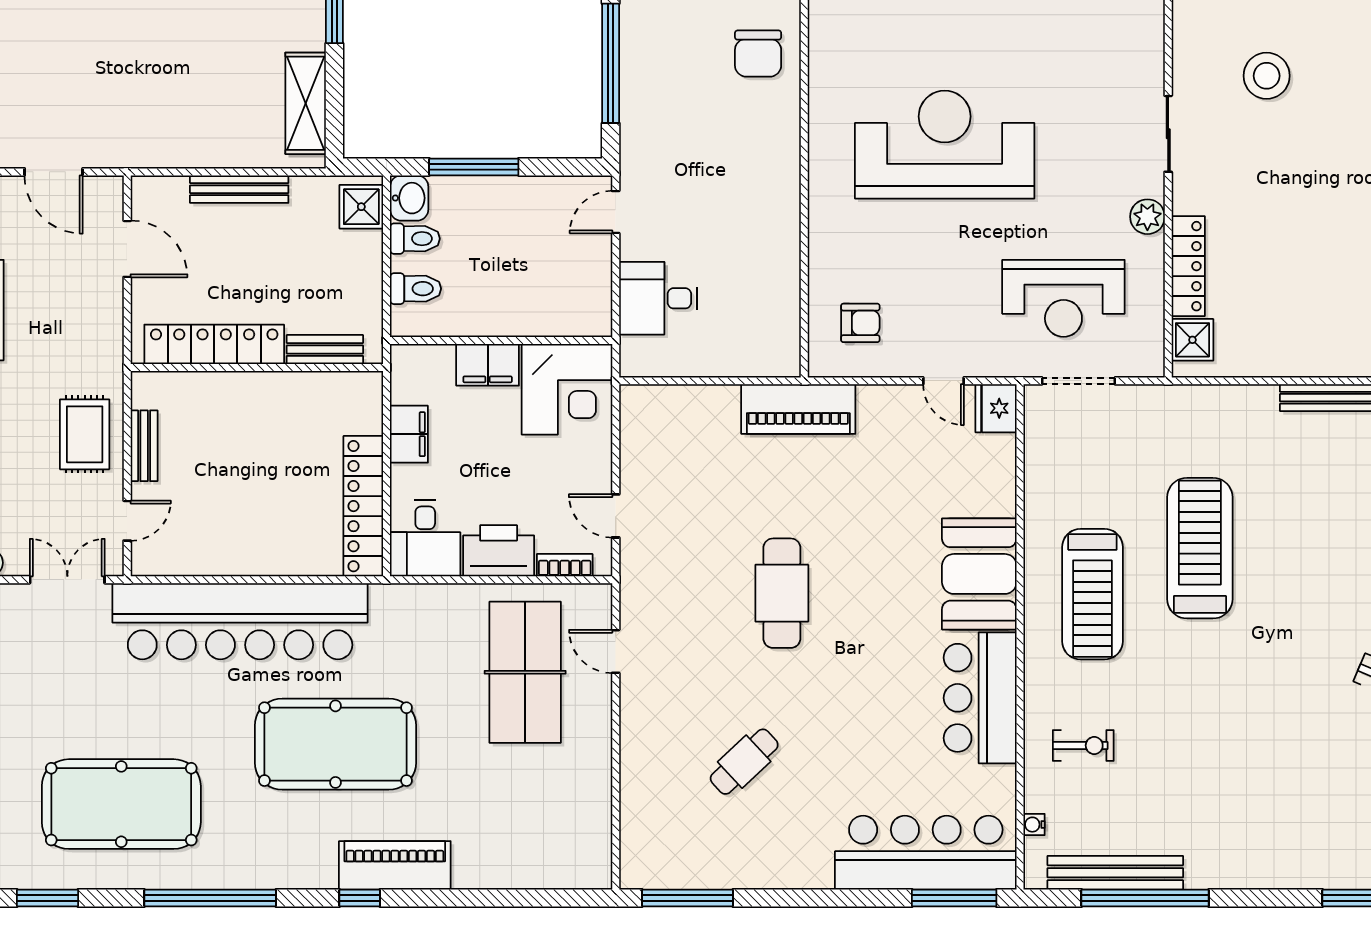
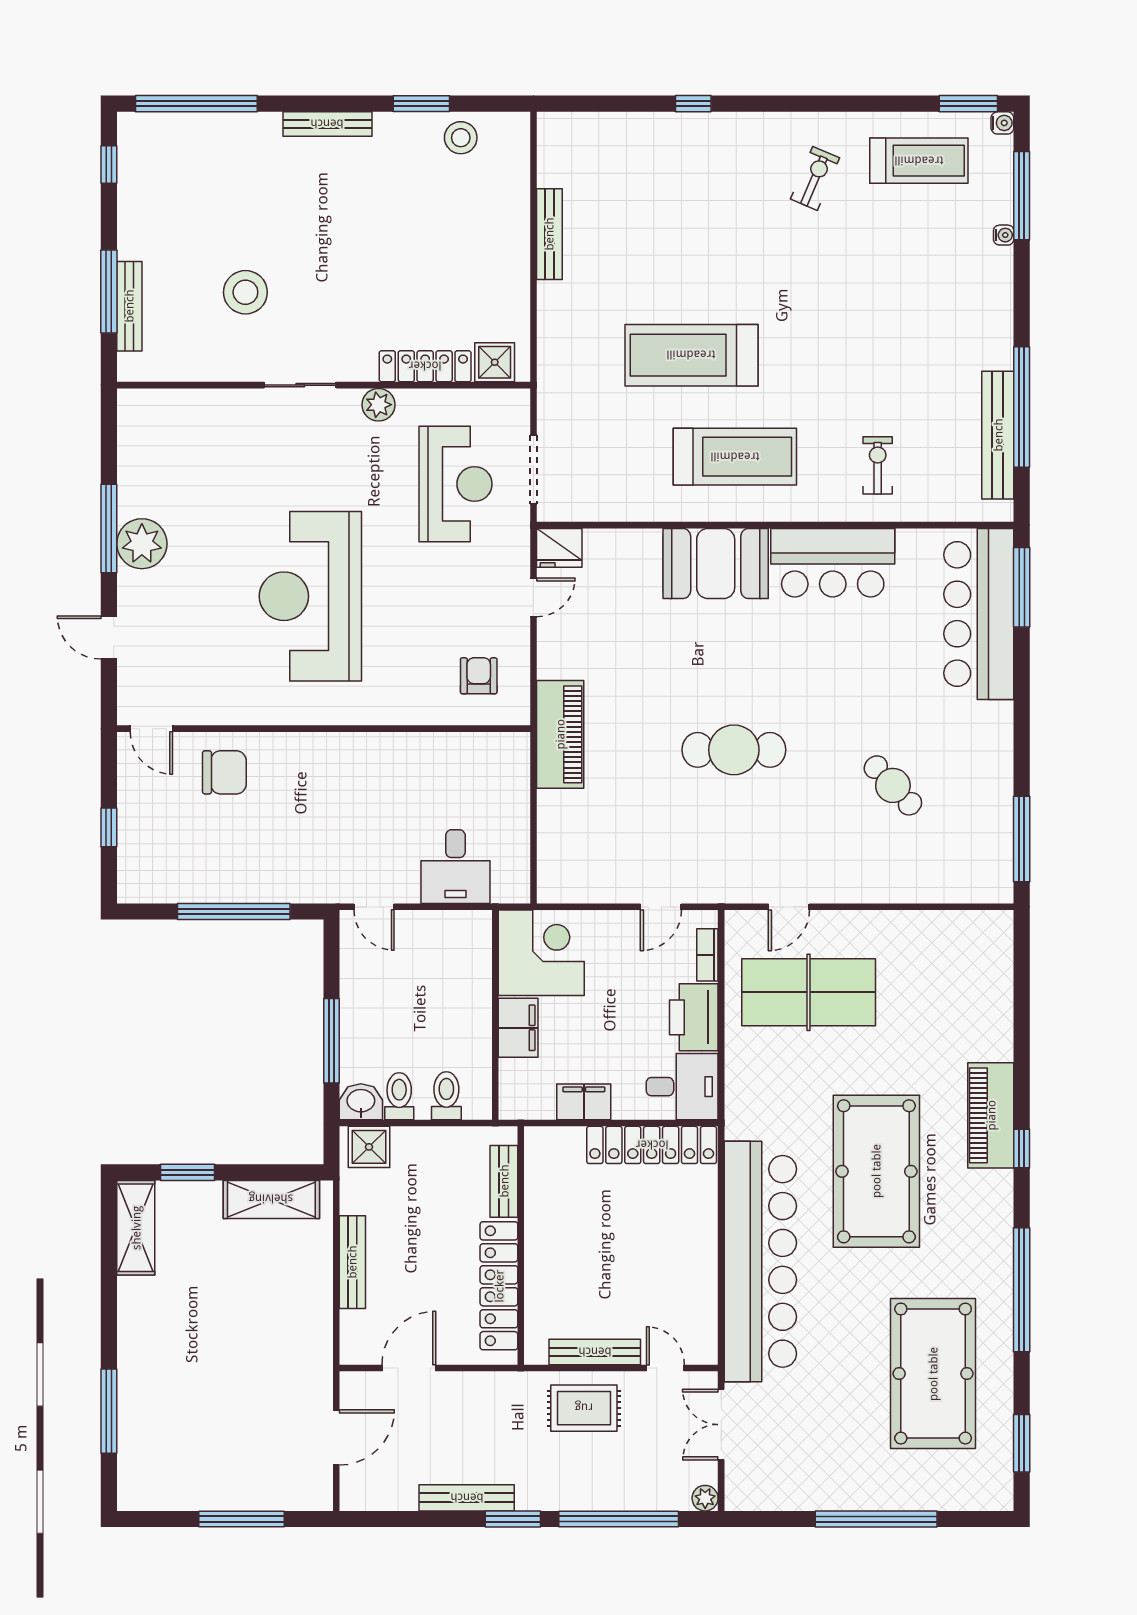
bench: (144, 446) -> (595, 1352), width x1.36
water cooler: (1034, 825) -> (1004, 235), moved, turned -90

